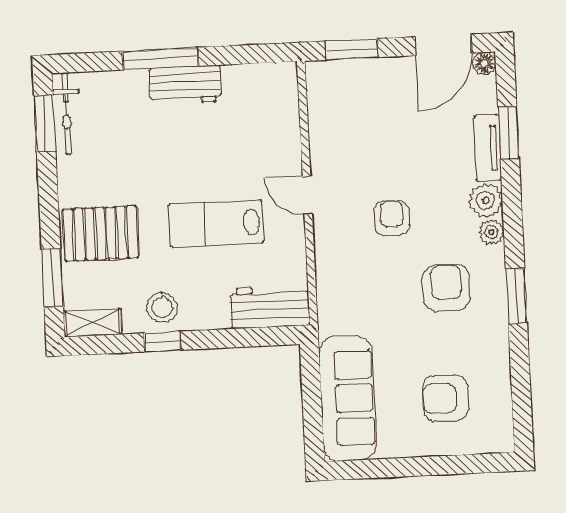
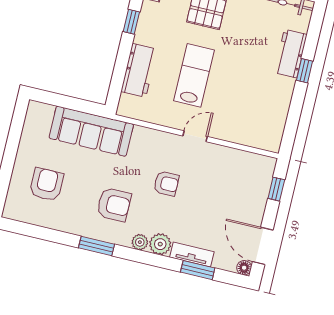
window: (352, 49) -> (276, 189), width x0.67
window: (161, 59) -> (304, 71), width x0.46
workbench: (185, 85) -> (291, 54), moved
workbench: (270, 307) -> (139, 70), moved
stool: (162, 308) -> (152, 28), removed
sofa: (348, 398) -> (91, 131), moved

